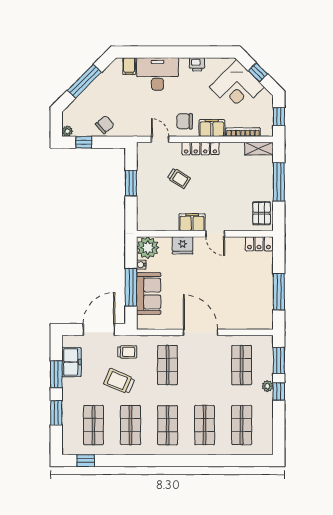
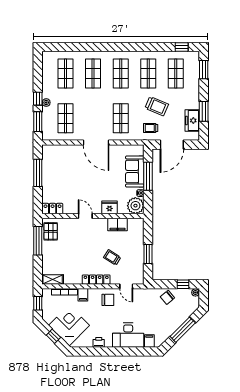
filing cabinet: (212, 128) -> (83, 295), width x0.50
window: (279, 182) -> (38, 241), moved
filing cabinet: (192, 222) -> (117, 225), moved
window: (56, 413) -> (204, 70), moved

